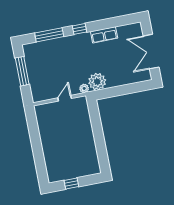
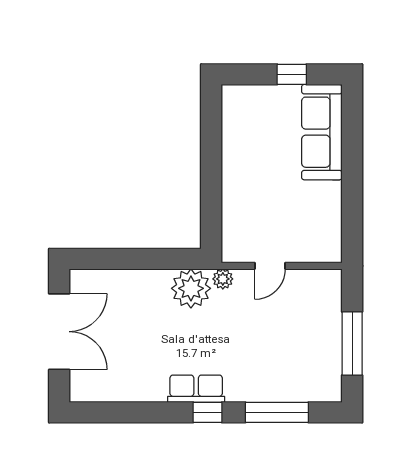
row of seats: (104, 35) -> (196, 389), moved
sofa: (53, 161) -> (322, 132), added

